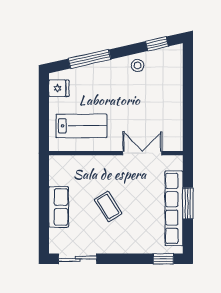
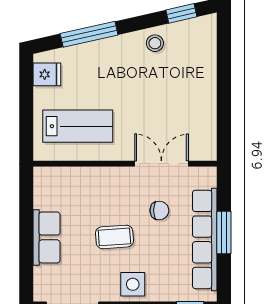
chair: (141, 187) -> (159, 210), added
coffee table: (108, 207) -> (114, 237), turned -62
side table: (121, 241) -> (133, 284), added

